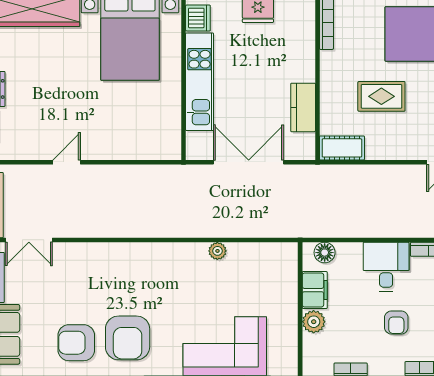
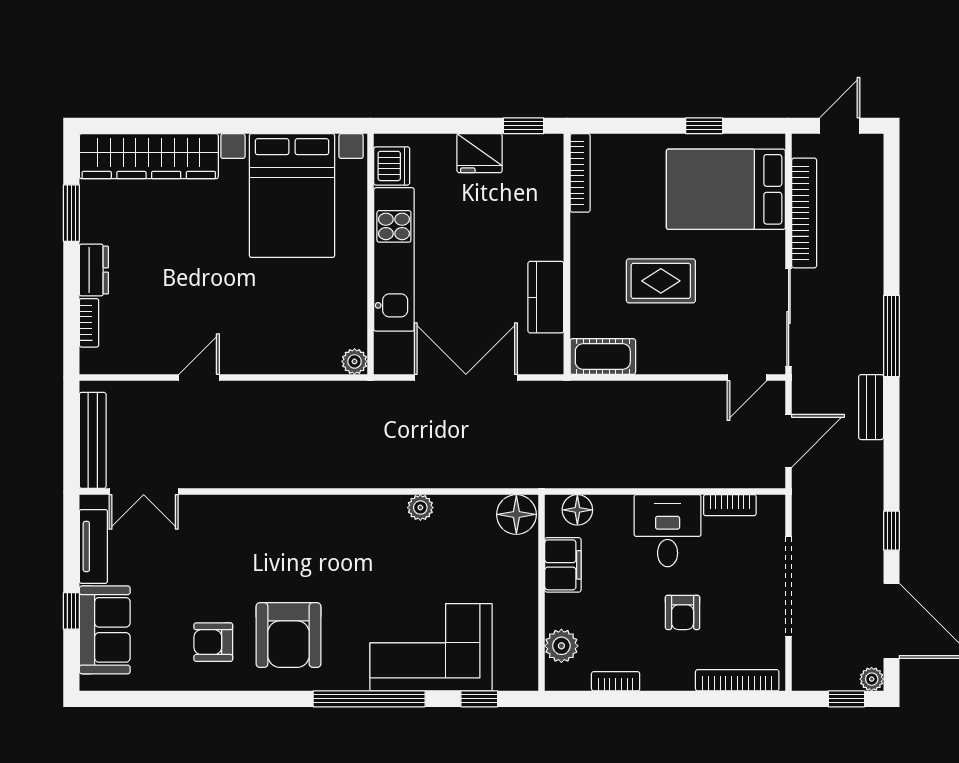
plant: (173, 151) -> (355, 361), added
floor lamp: (283, 256) -> (516, 514), added
plant: (314, 322) -> (561, 646), moved
armchair: (76, 343) -> (213, 642), width x0.72, depth x0.72

